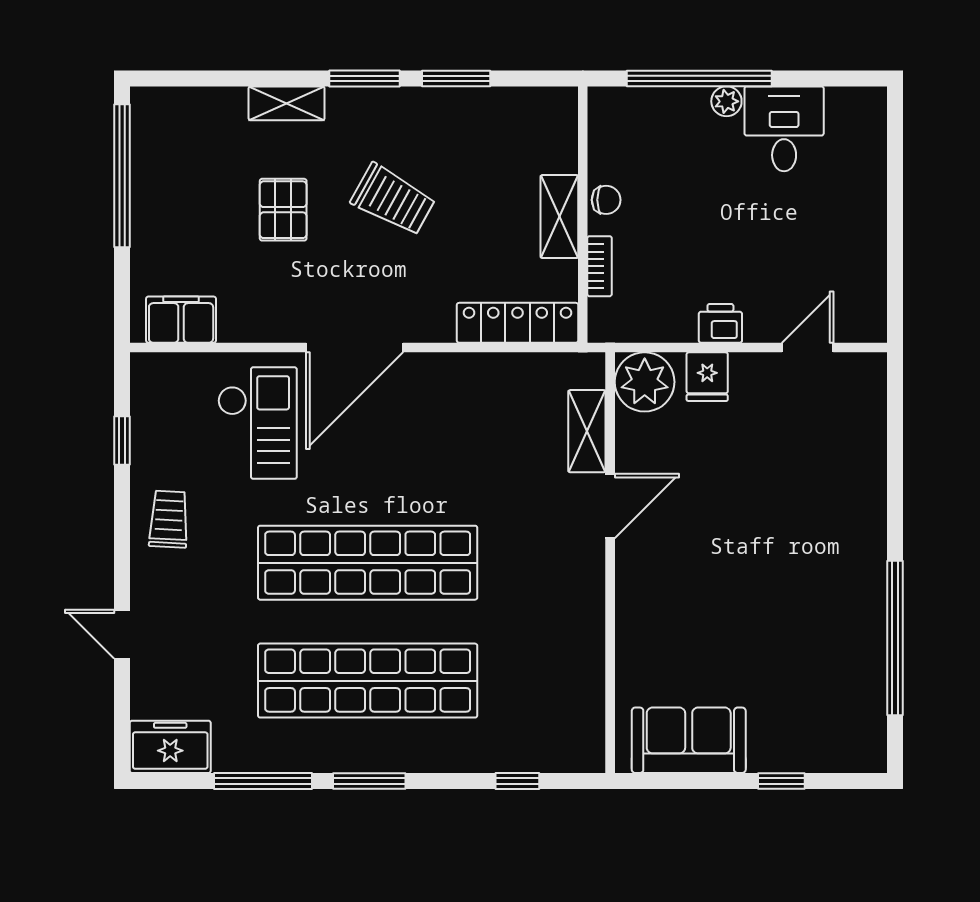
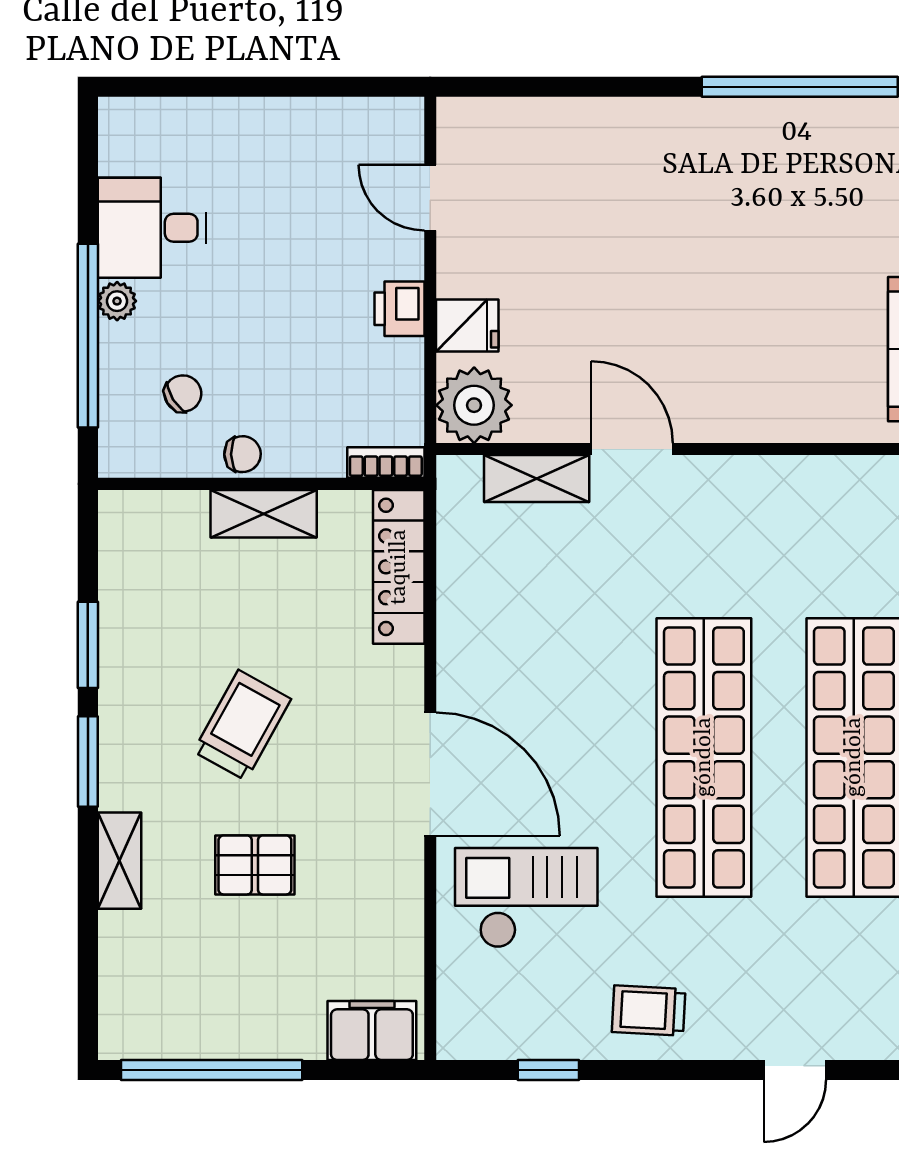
chair: (654, 153) -> (183, 394), added
chair: (606, 200) -> (242, 454), turned 89
bookcase: (600, 266) -> (386, 462), moved
filing cabinet: (181, 320) -> (372, 1030), moved, turned 90

